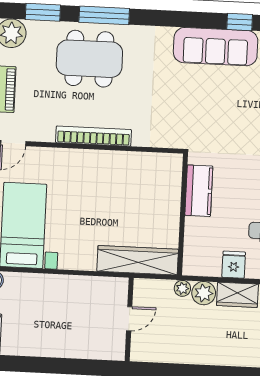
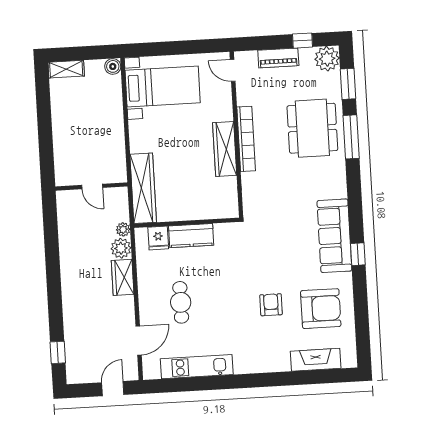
wardrobe: (103, 162) -> (225, 149), added
kitchen counter: (199, 191) -> (191, 236), moved
fridge: (234, 265) -> (158, 238), moved, turned 90

